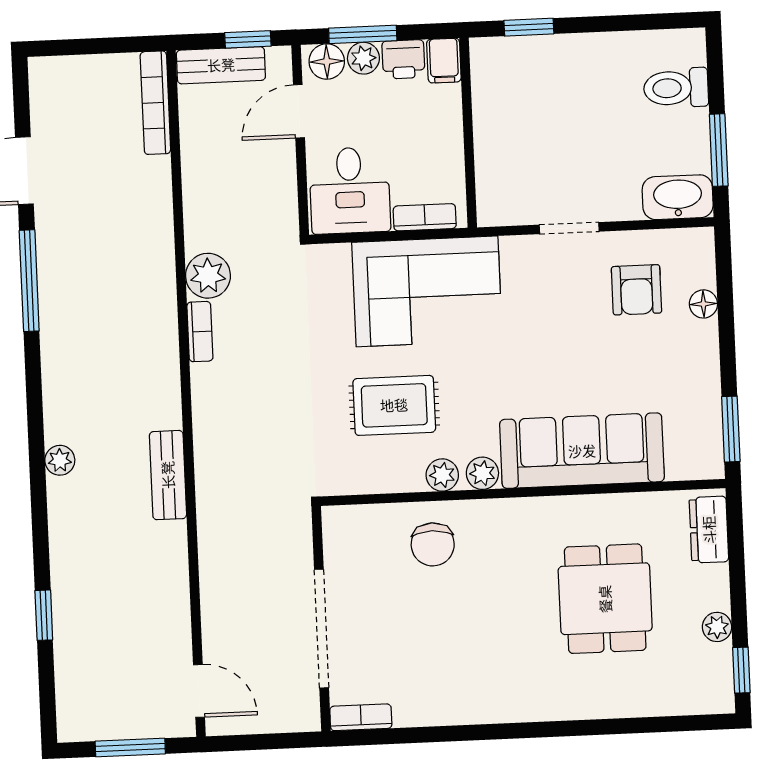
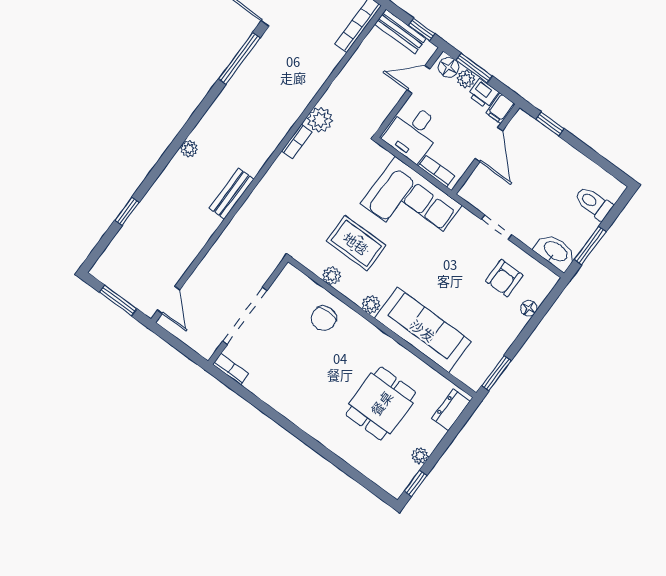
door: (468, 123) -> (489, 145), added
plant: (442, 475) -> (332, 276), moved

